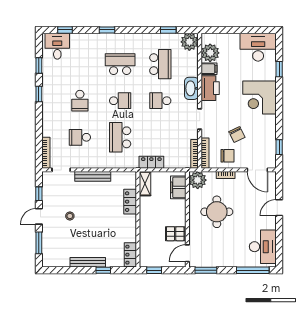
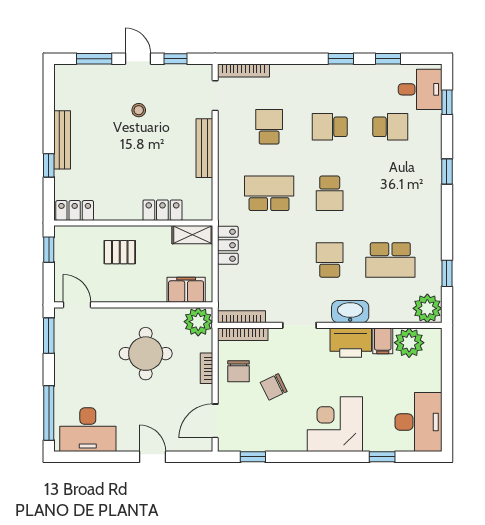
school desk: (120, 64) -> (390, 127), moved, width x0.54
pallet: (175, 234) -> (120, 252), moved, turned 90

